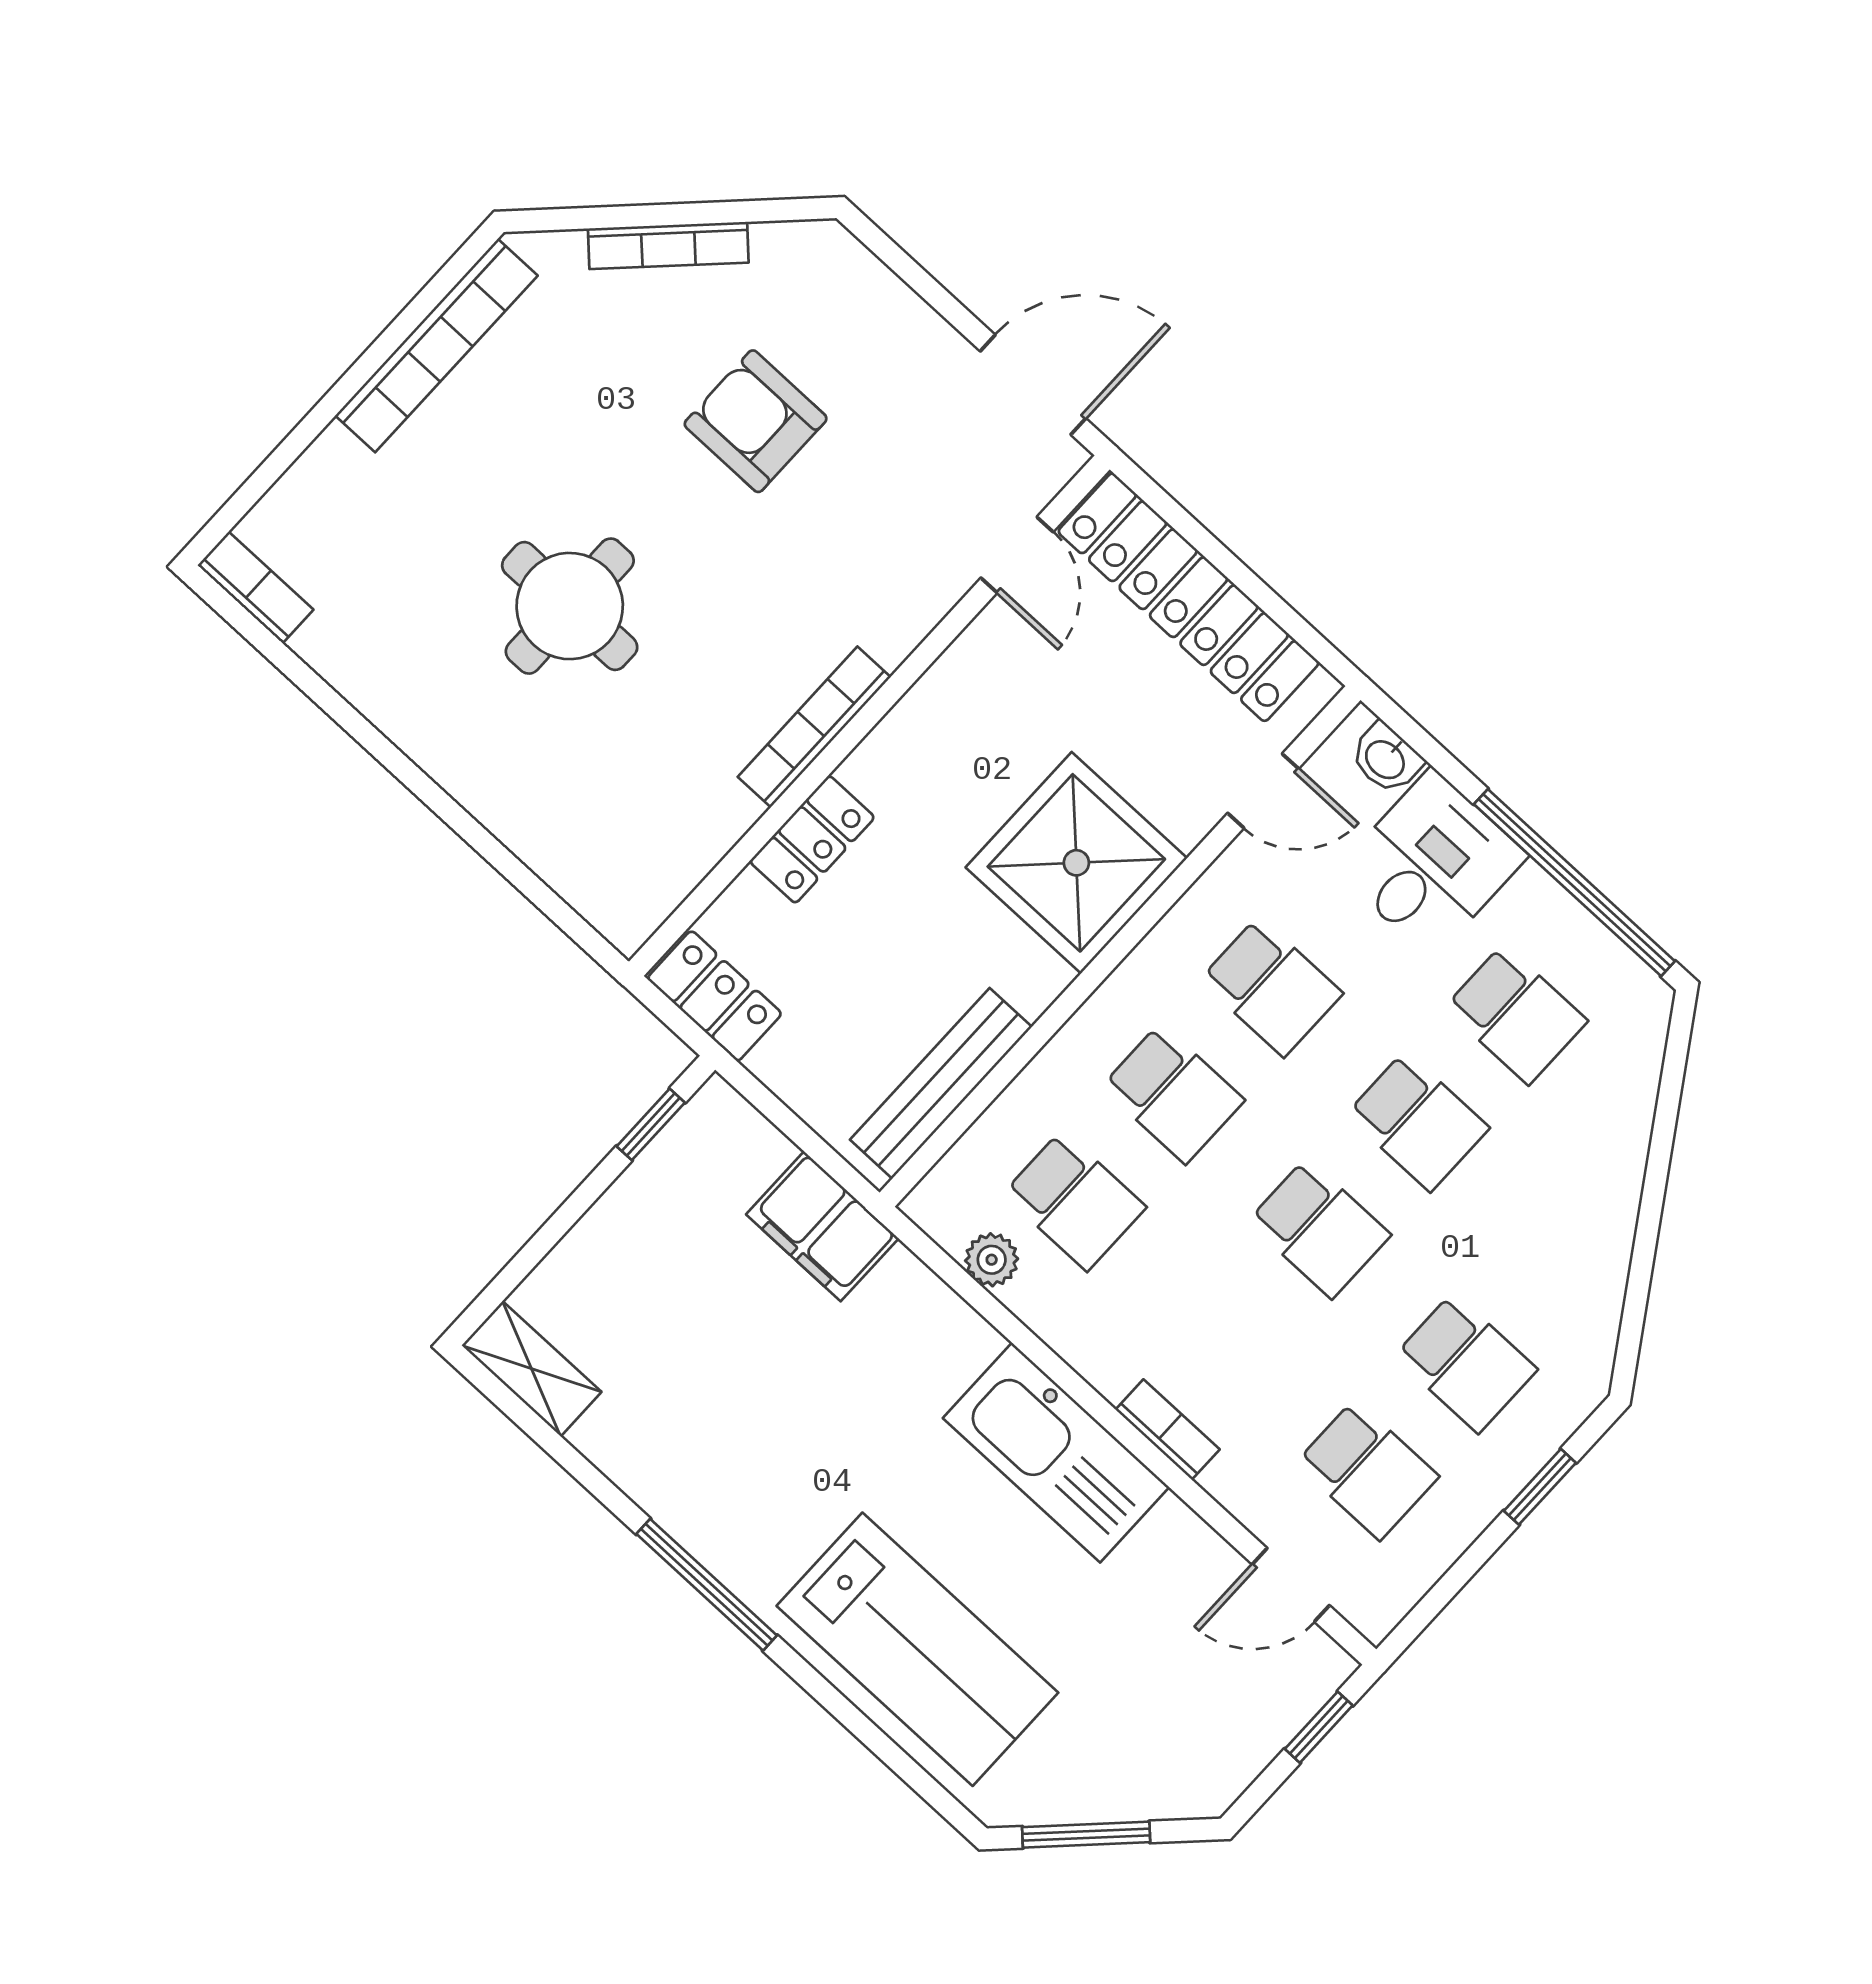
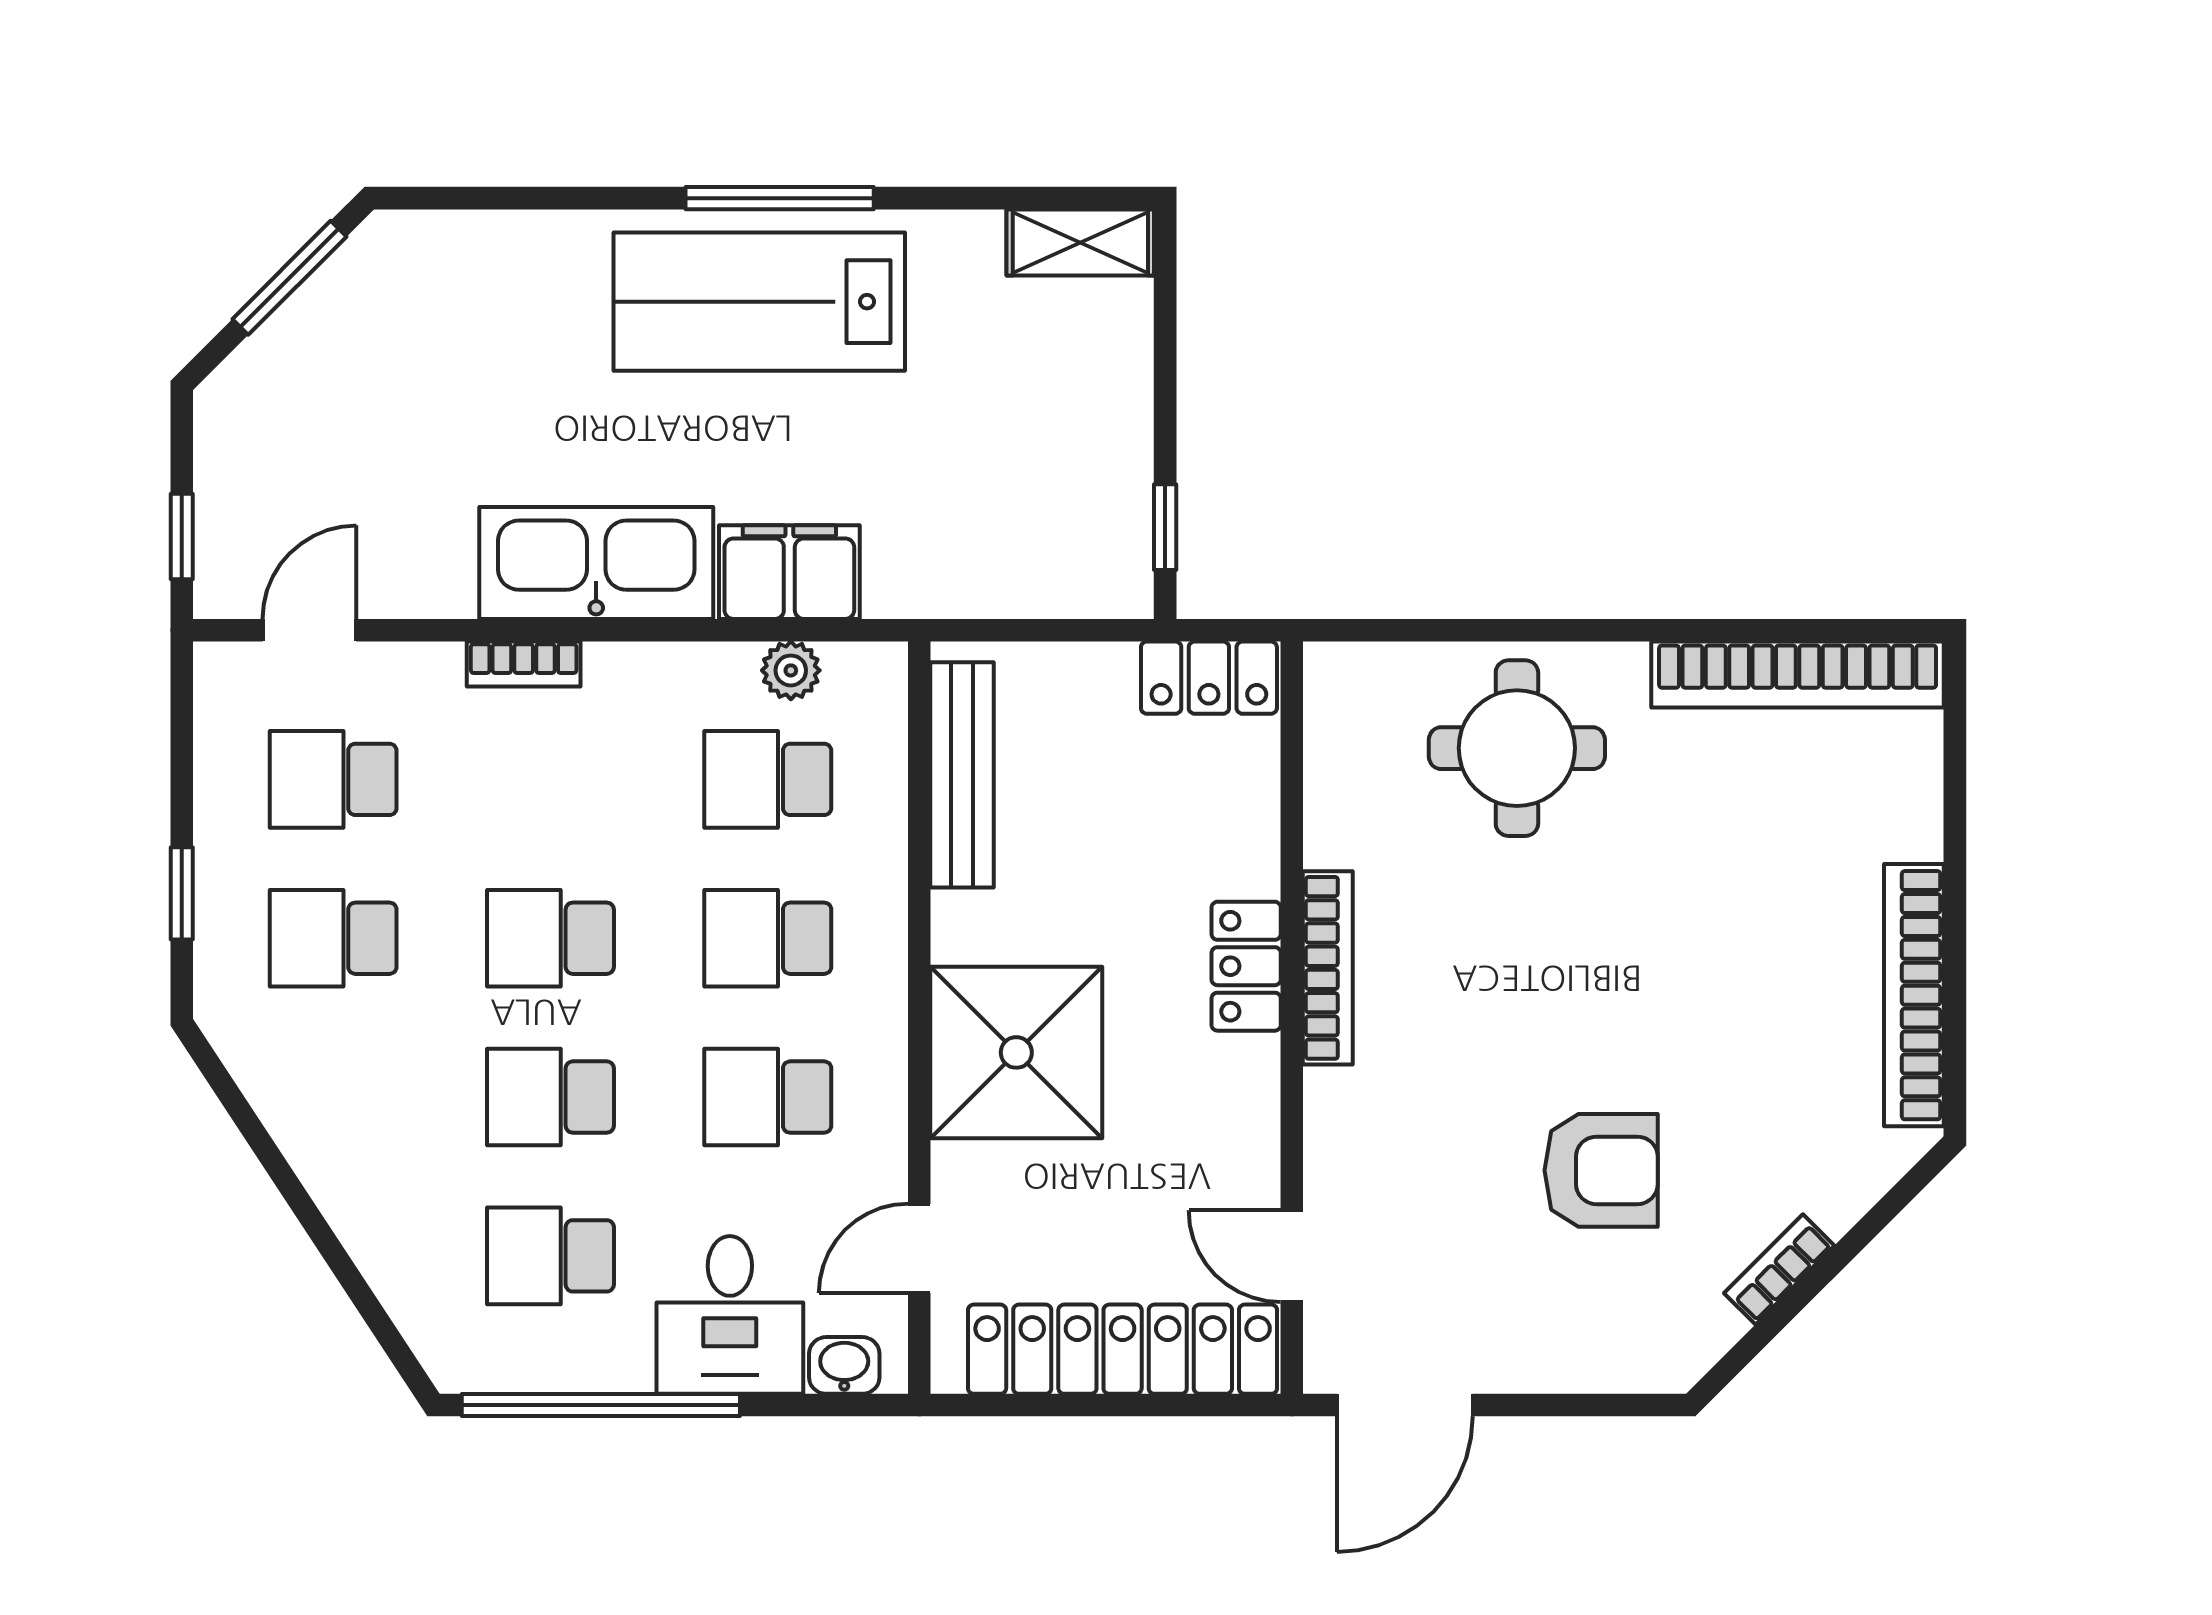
bookcase: (668, 245) -> (1779, 1269), width x0.64
bookcase: (255, 587) -> (1798, 675), width x2.31, depth x1.31
round table: (570, 606) -> (1517, 748), moved
locker: (812, 839) -> (1246, 966), moved
filing cabinet: (822, 1226) -> (789, 572), moved
lab bench: (917, 1649) -> (759, 302), moved

